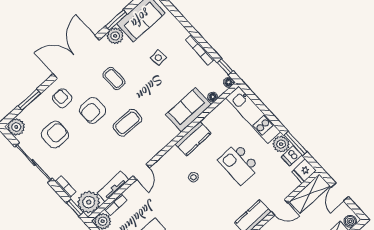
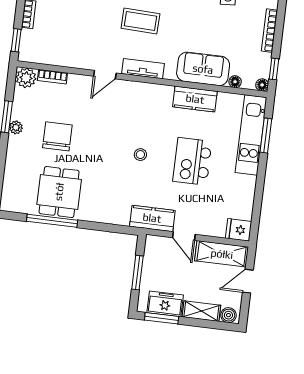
kitchen counter: (193, 139) -> (195, 99), moved
window: (295, 143) -> (266, 135), moved
plant: (281, 144) -> (246, 186), removed
dishwasher: (291, 156) -> (243, 205), removed
stool: (193, 177) -> (140, 155), moved
tv unit: (113, 186) -> (143, 69), moved
plant: (89, 202) -> (33, 49), removed

